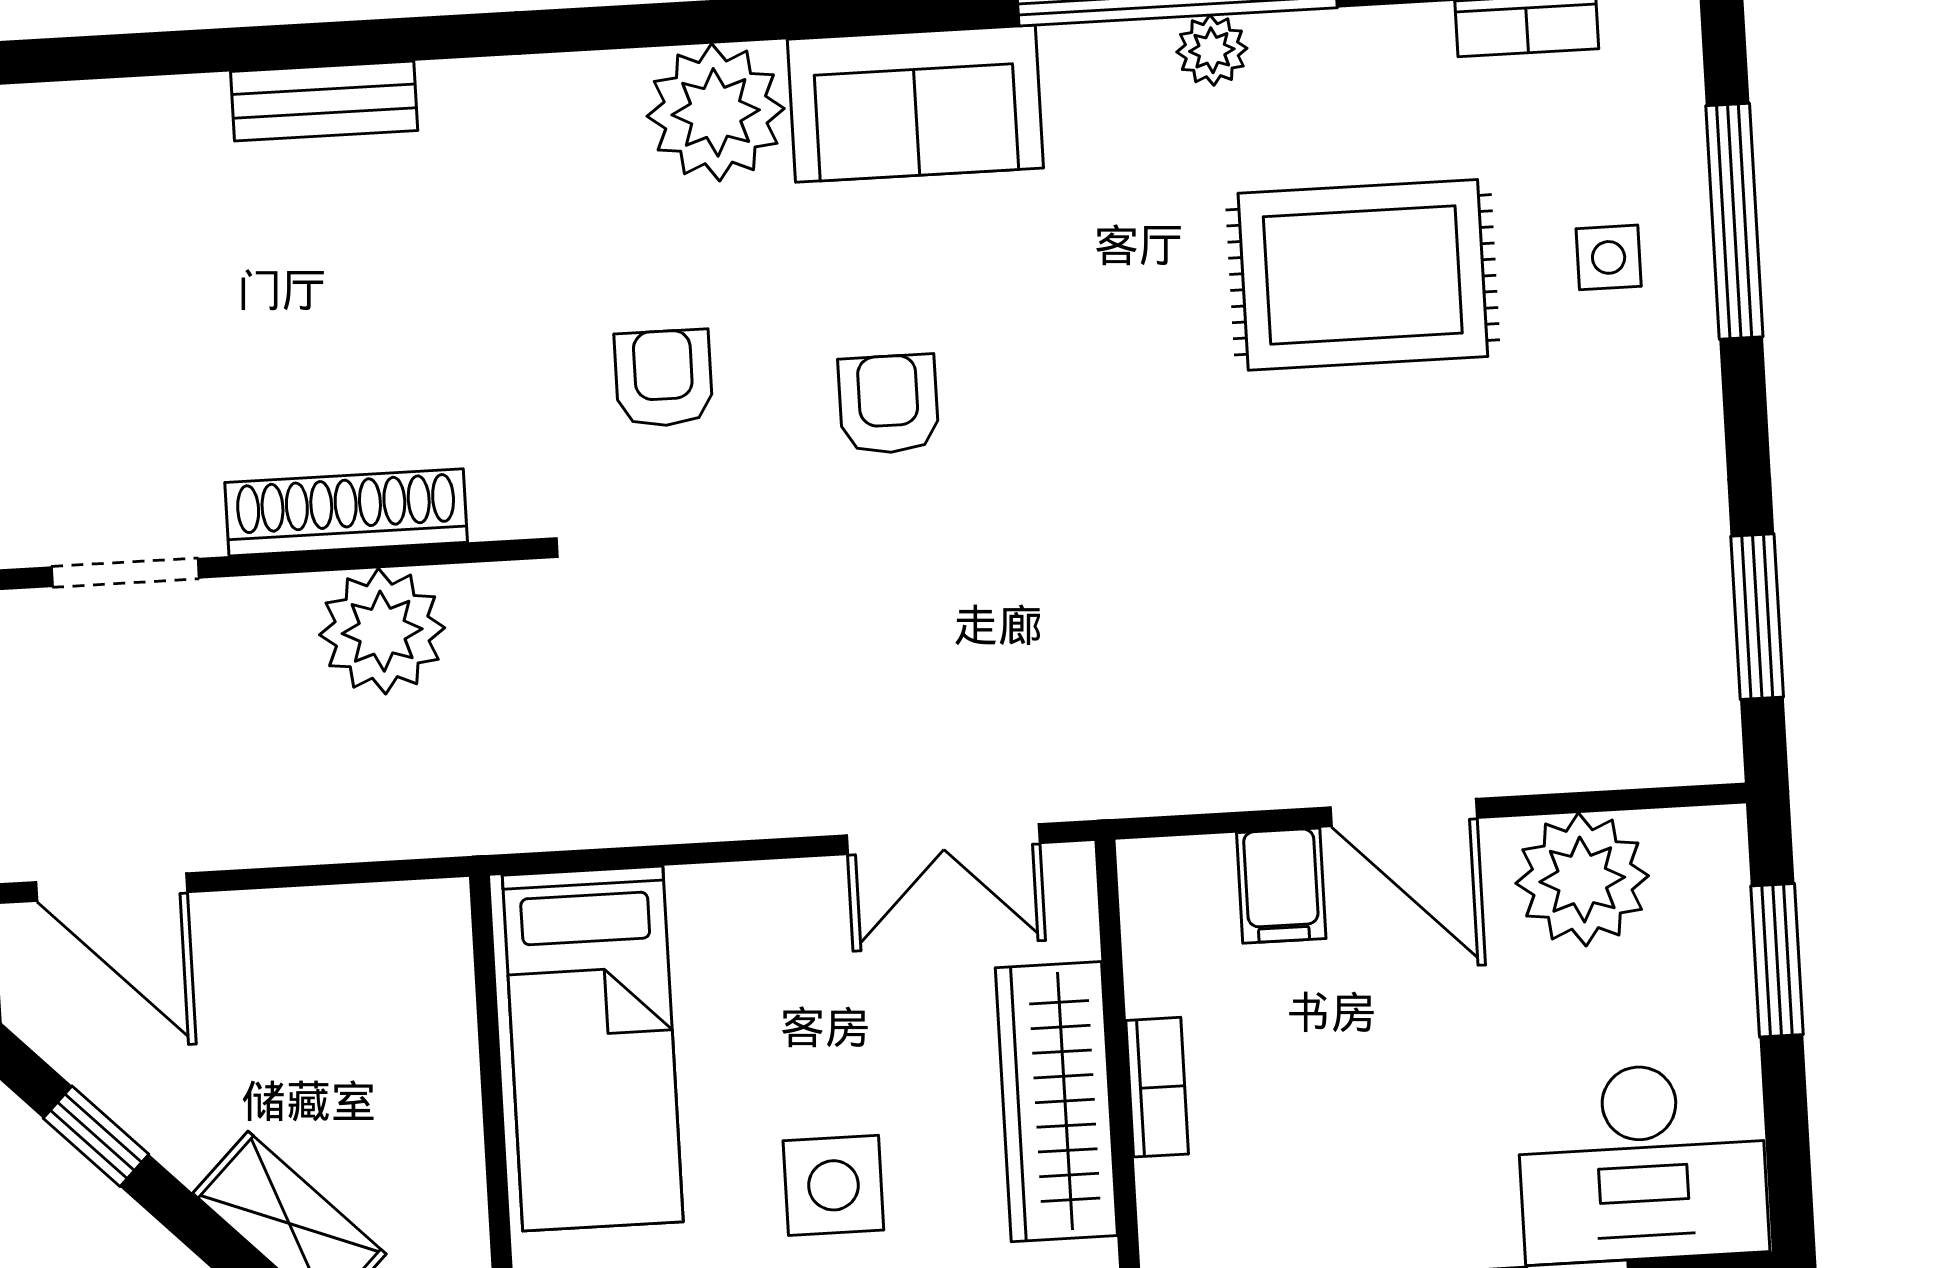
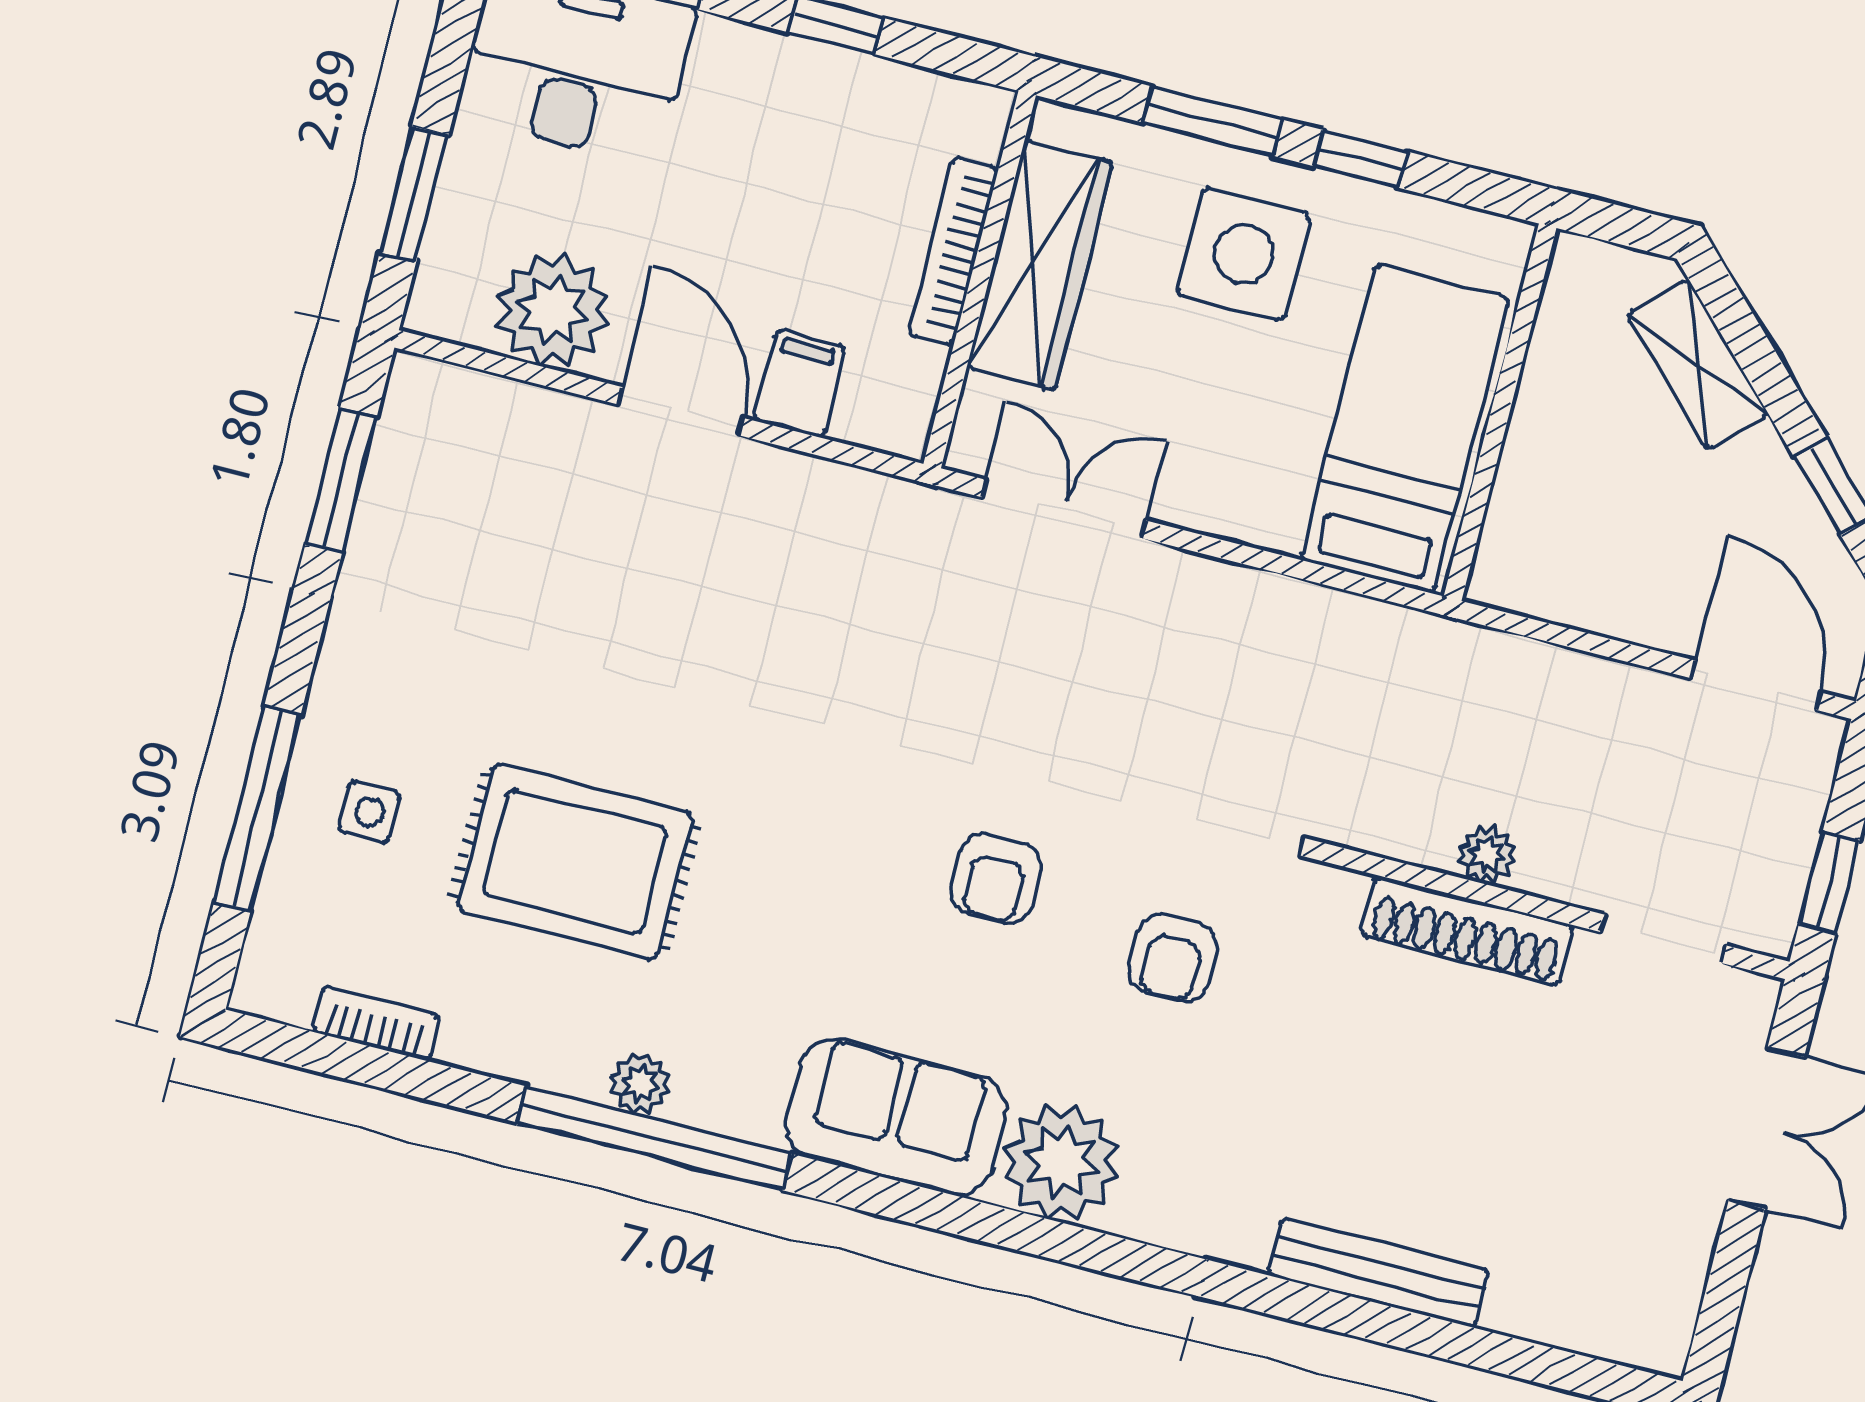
bench: (324, 101) -> (1379, 1273), width x1.36
plant: (382, 631) -> (1487, 855), width x0.53, depth x0.53
bookcase: (1157, 1087) -> (953, 251), width x1.56
side table: (833, 1185) -> (1243, 255), width x1.37, depth x1.37

